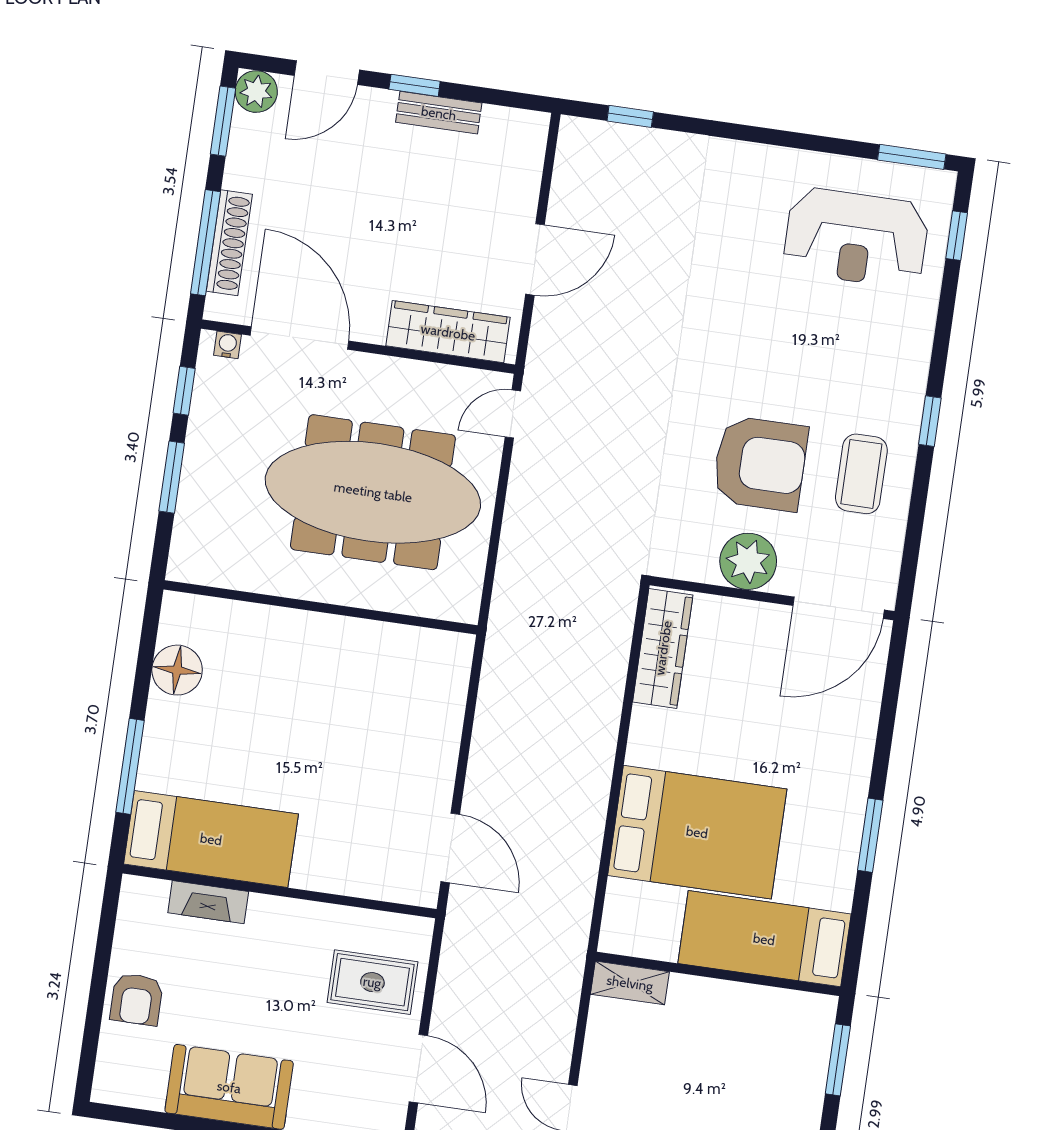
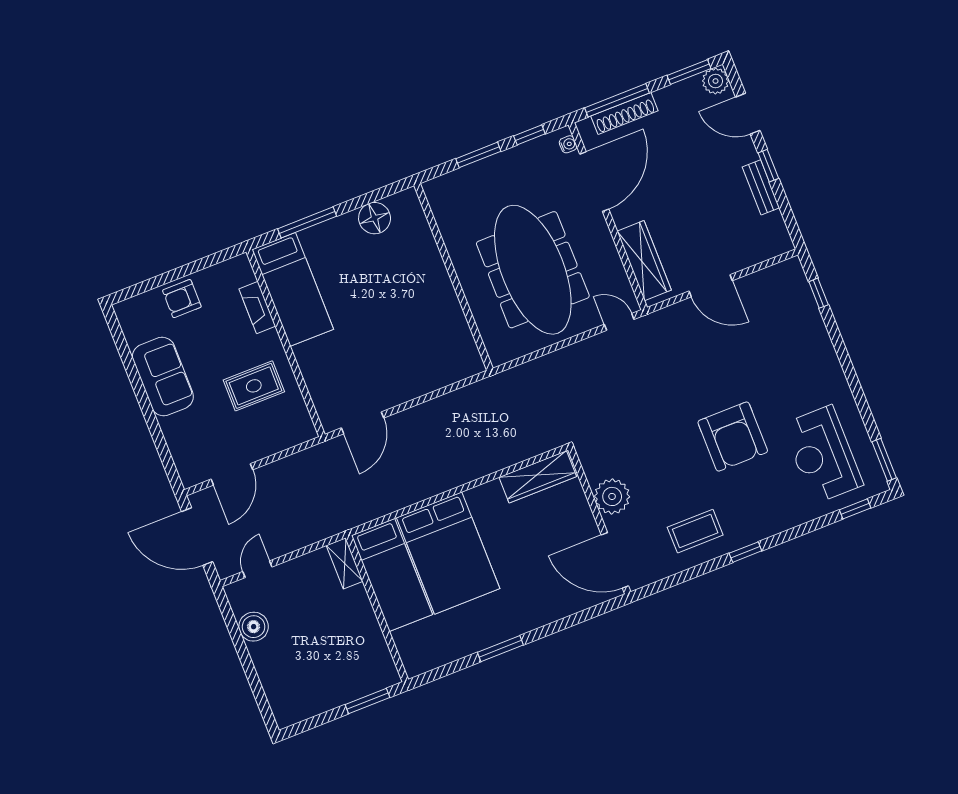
armchair: (760, 464) -> (733, 437), moved
bed: (764, 939) -> (392, 575), moved, turned 180
rug: (372, 982) -> (254, 386), moved, turned 90

